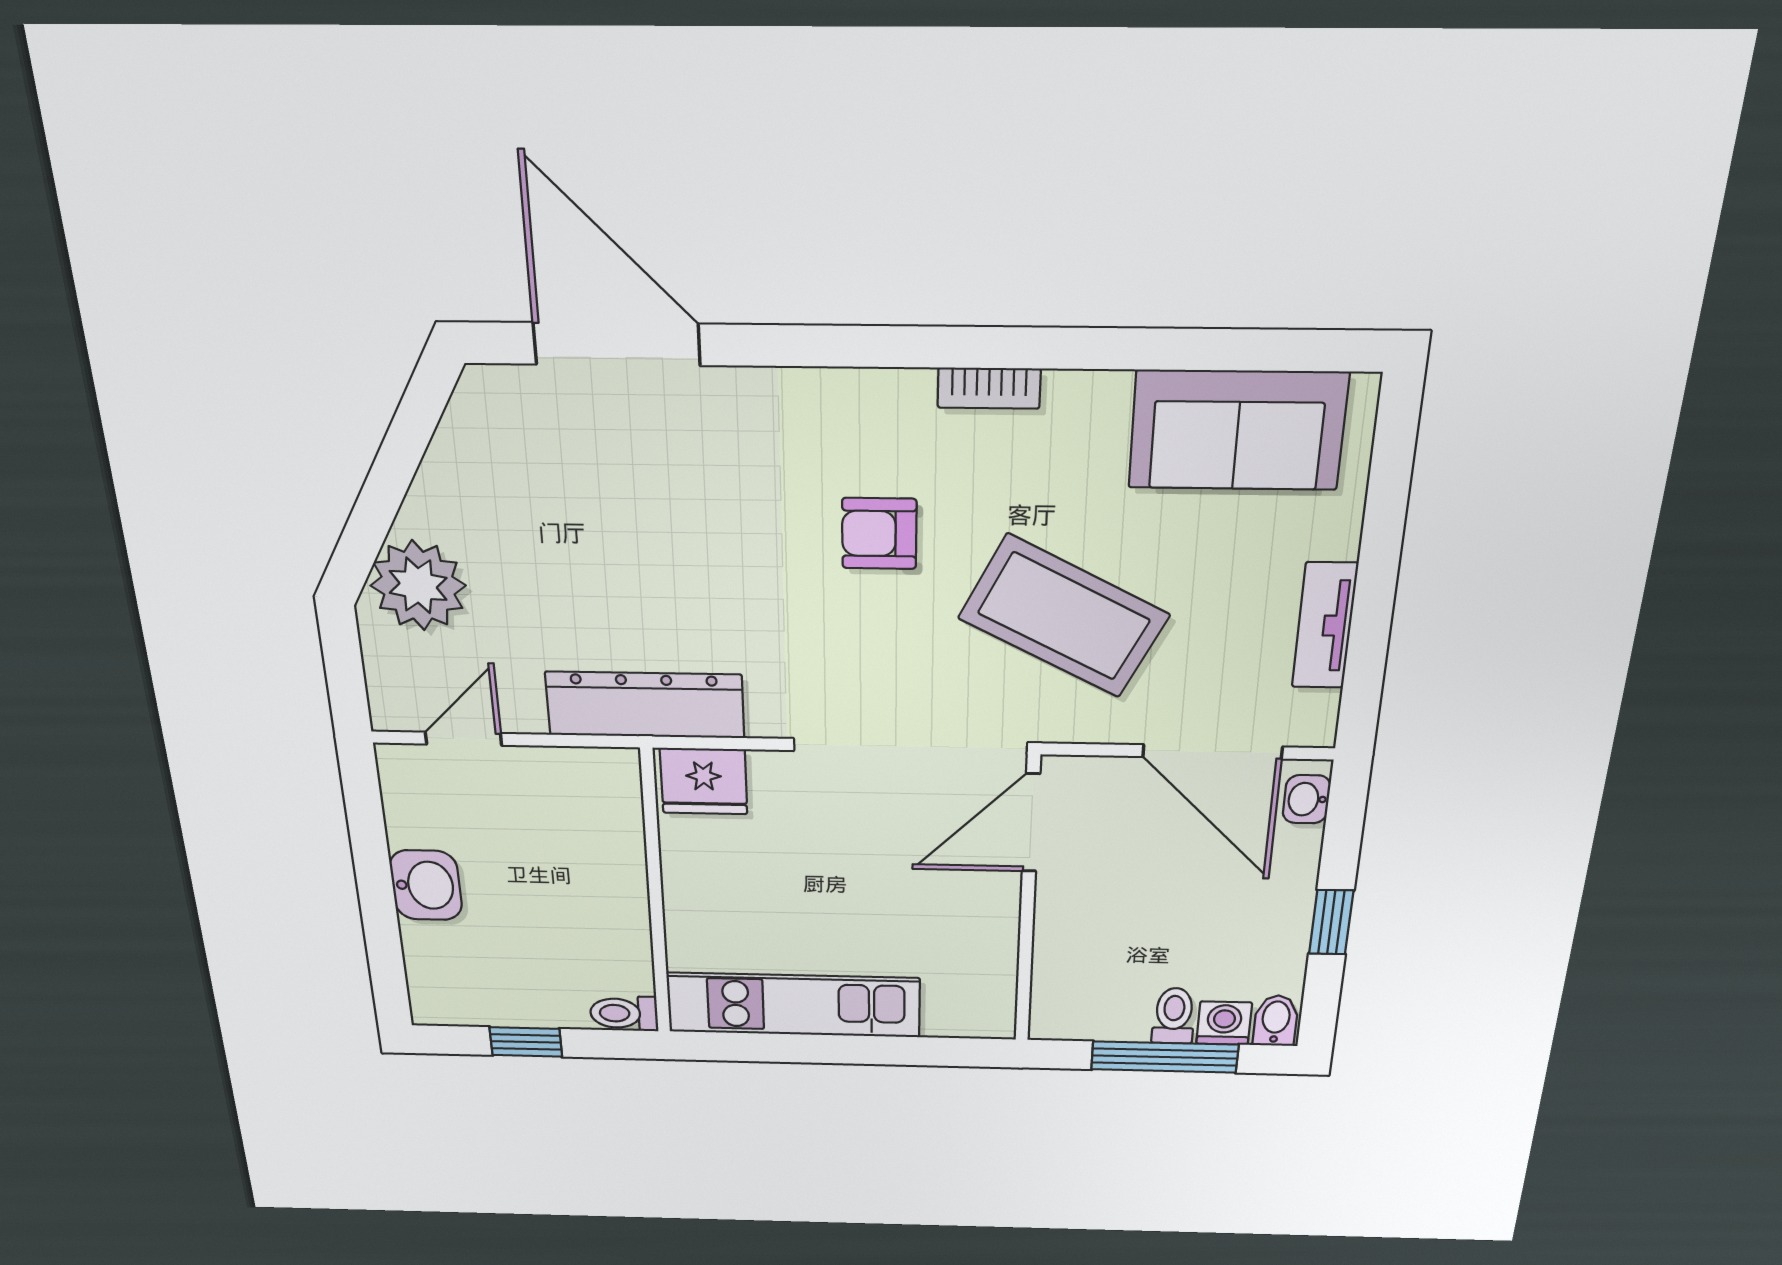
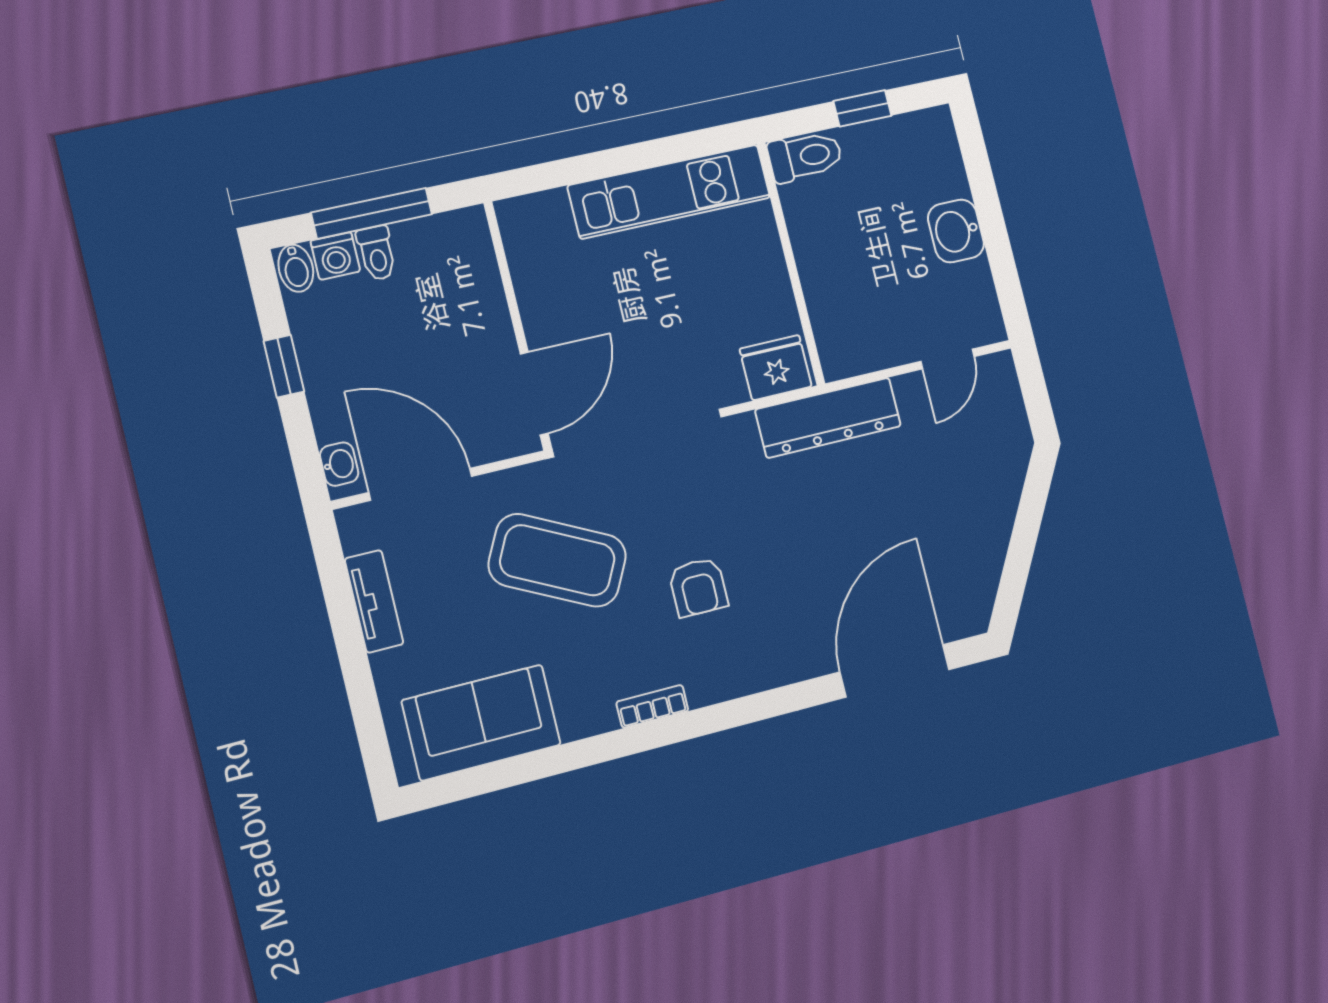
door: (617, 344) -> (895, 671), swing flipped
armchair: (879, 534) -> (698, 587), turned 90
plant: (418, 585) -> (994, 469), removed
toilet: (624, 1013) -> (805, 156), width x1.37, depth x1.39

